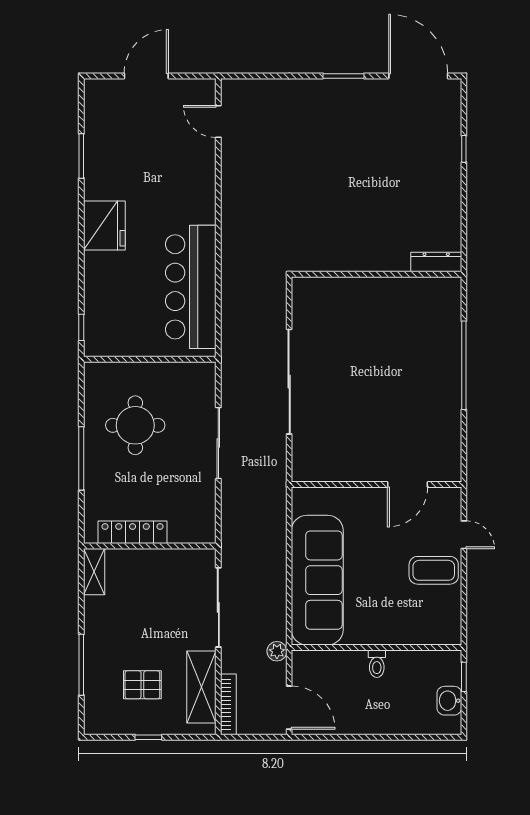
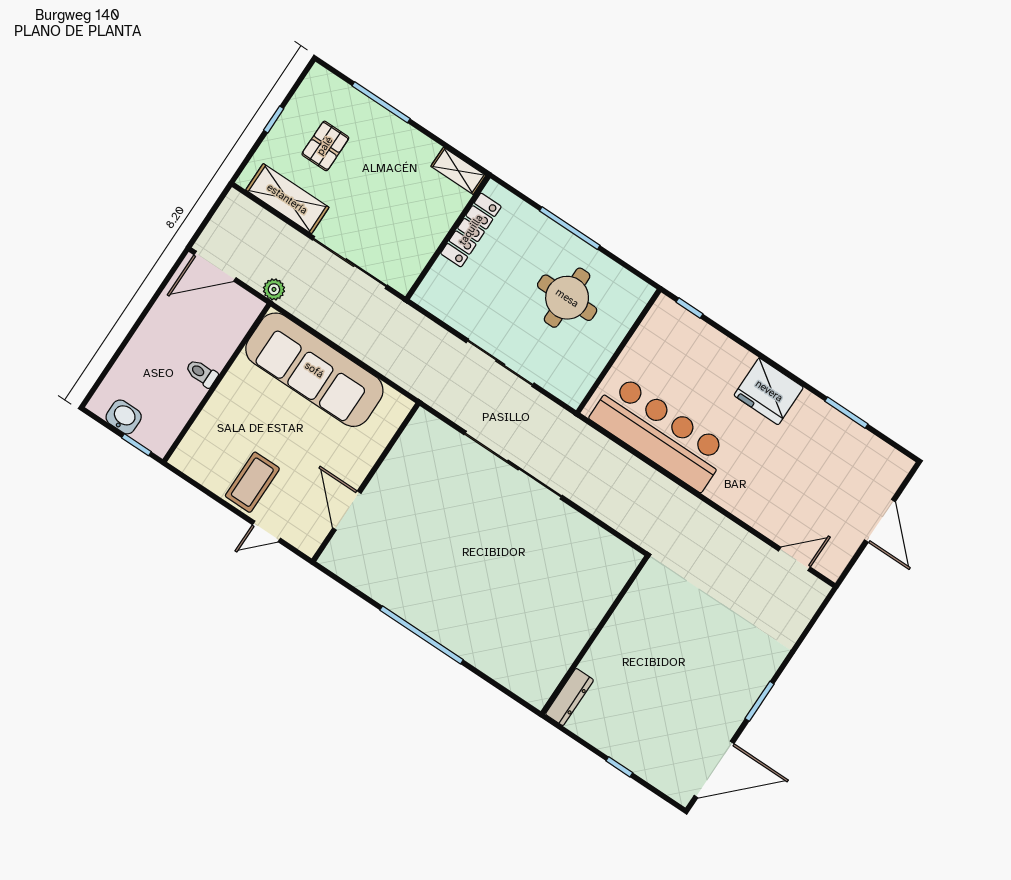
dresser: (436, 262) -> (570, 697), moved
wall: (376, 274) -> (595, 635), moved
bookcase: (228, 704) -> (255, 213), removed

